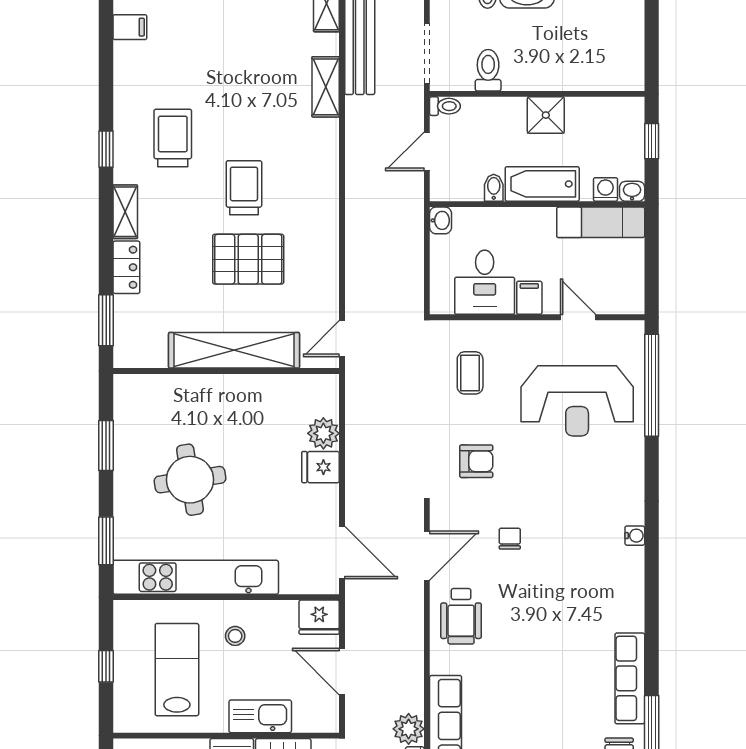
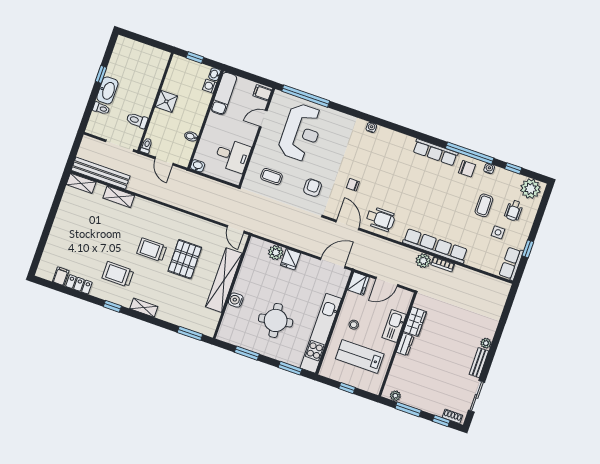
bathtub: (542, 184) -> (197, 114), removed
locker: (126, 267) -> (79, 284), moved
filing cabinet: (529, 298) -> (262, 93), moved
water cooler: (203, 387) -> (236, 300), added

